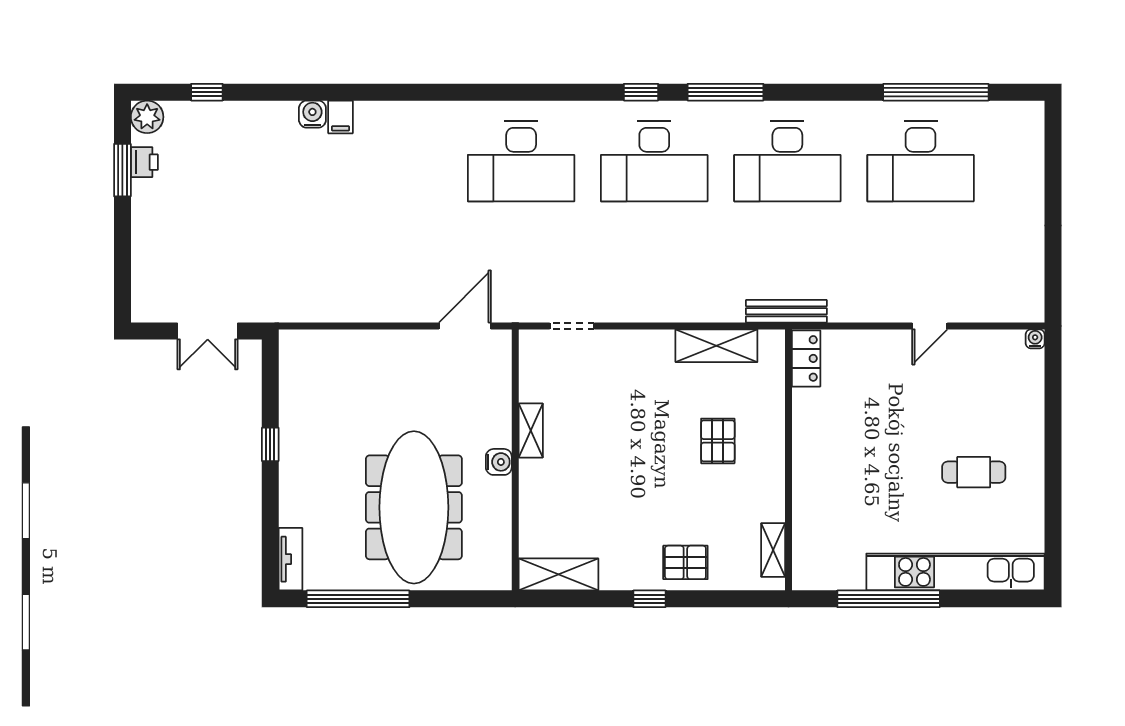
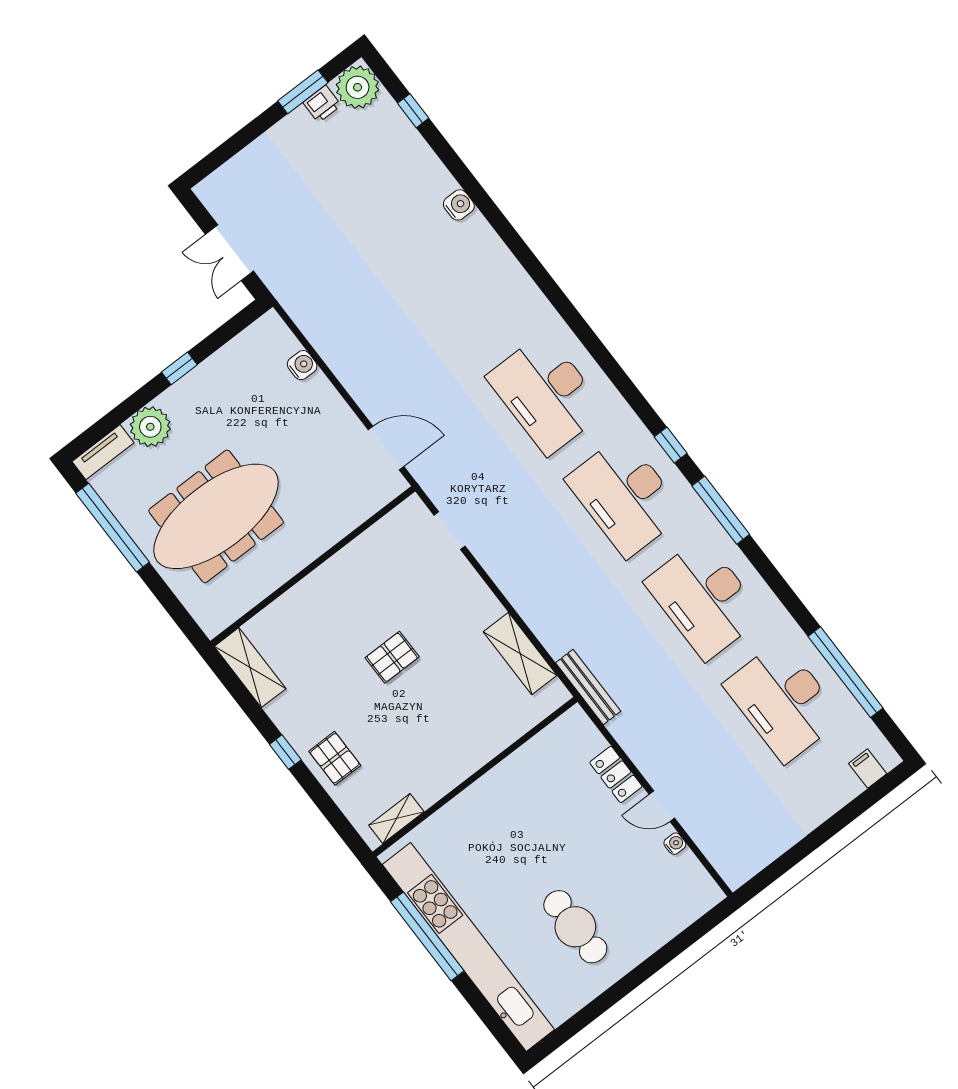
plant: (147, 117) -> (358, 87), width x1.36, depth x1.36
filing cabinet: (340, 117) -> (868, 769), moved, turned 90
water cooler: (1035, 339) -> (675, 844), moved
locker: (806, 358) -> (616, 774), moved, turned 90
shelving: (531, 431) -> (345, 561), removed
pallet: (718, 441) -> (392, 657), moved
water cooler: (499, 462) -> (302, 365), moved, turned -90
cafe table: (974, 472) -> (575, 927), width x1.37, depth x1.35
plant: (300, 505) -> (150, 427), added
kitchen unit: (955, 572) -> (468, 947), width x1.36

